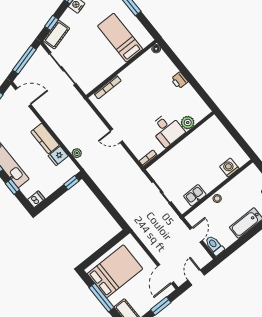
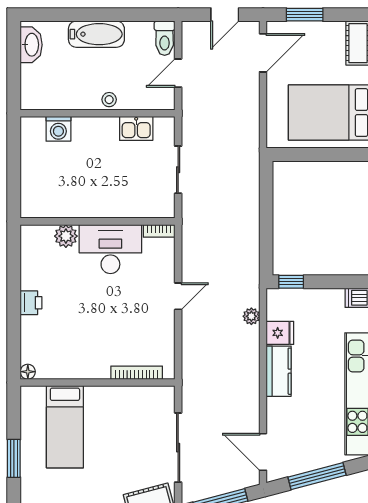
desk: (167, 130) -> (110, 249), width x1.37
door: (116, 136) -> (178, 296), hinge flipped

